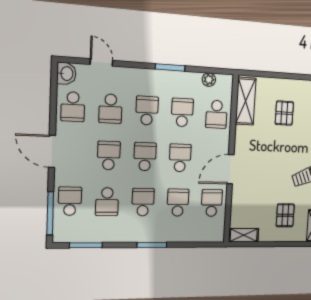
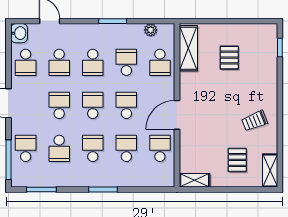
school desk: (147, 111) -> (93, 62), turned 180

